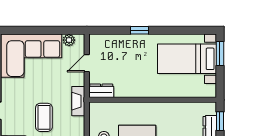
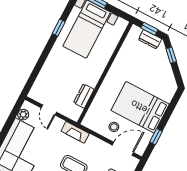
window: (140, 30) -> (59, 28), moved
dresser: (101, 91) -> (84, 96), moved

